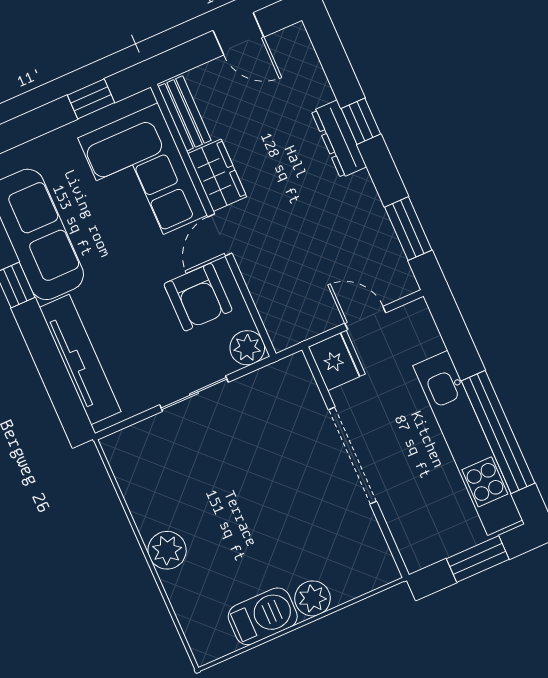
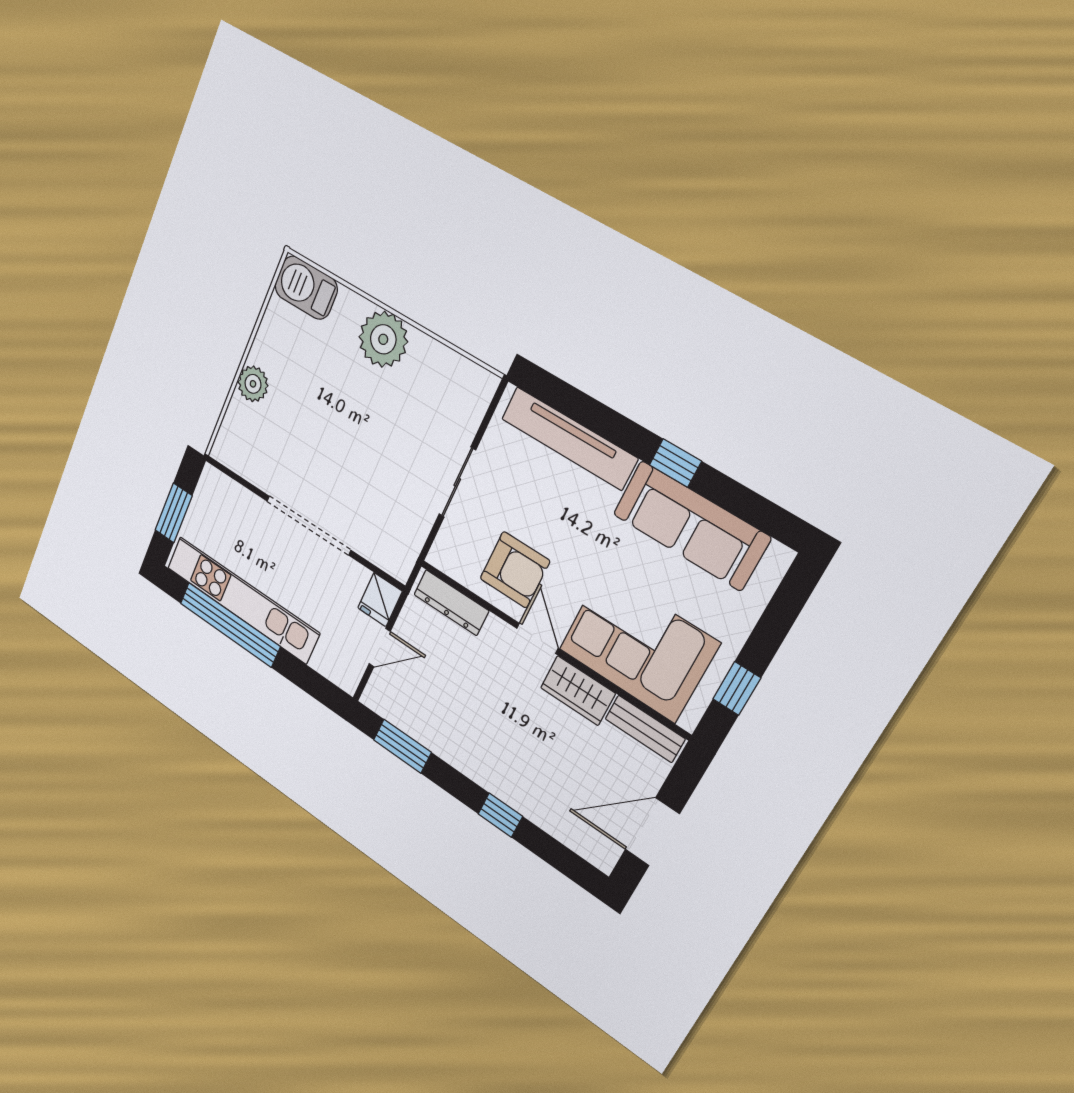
door: (238, 34) -> (652, 832), width x1.38
dresser: (339, 139) -> (451, 603), moved, turned 180
armchair: (198, 297) -> (515, 570), turned 180
plant: (247, 348) -> (446, 555), removed
fridge: (337, 360) -> (380, 600), width x0.72
plant: (167, 550) -> (383, 339), width x1.36, depth x1.36
barbecue: (263, 616) -> (306, 288), moved, turned 90

